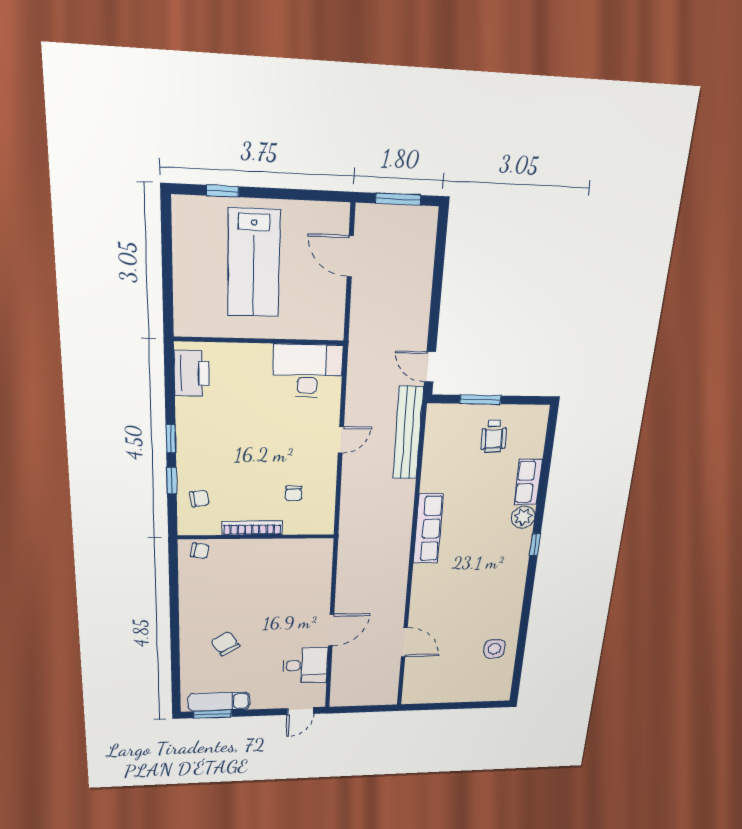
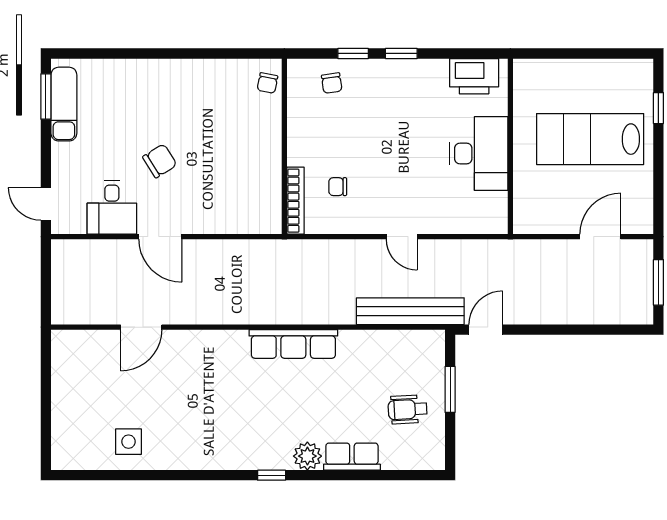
desk: (308, 371) -> (479, 154), moved
bookcase: (252, 528) -> (296, 201), moved
chair: (225, 644) -> (160, 161), moved

